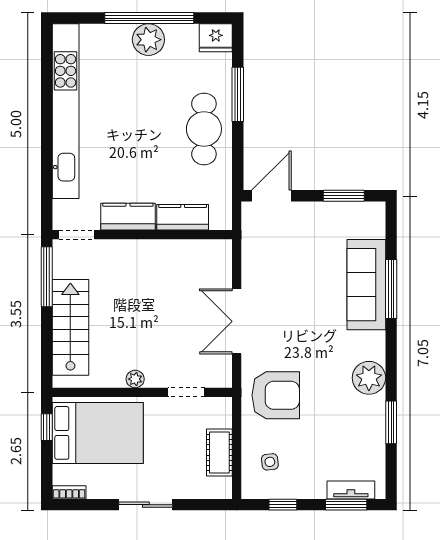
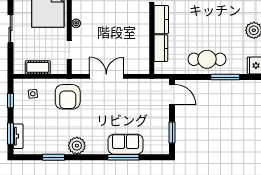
sofa: (366, 285) -> (126, 144), width x0.73

